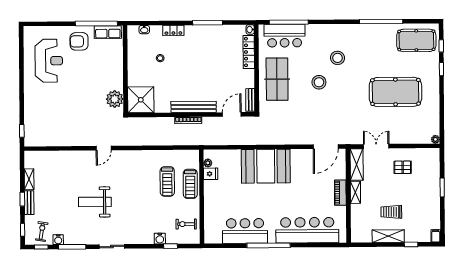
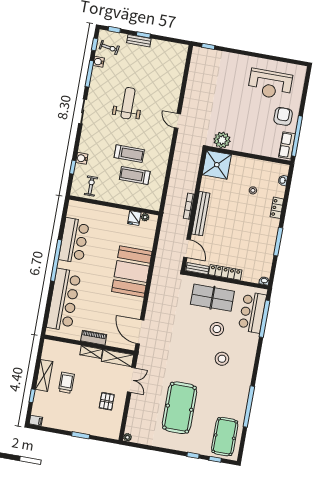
locker: (249, 52) -> (225, 272), moved
stool: (319, 82) -> (217, 329), moved
shelving: (29, 179) -> (161, 45), removed
treadmill: (190, 184) -> (129, 154), moved, turned 180

